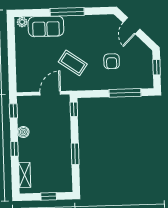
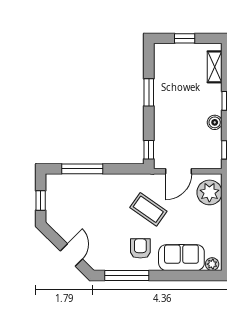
window: (67, 12) -> (127, 275), moved
armchair: (112, 61) -> (140, 248), moved
plant: (26, 77) -> (209, 192), added

